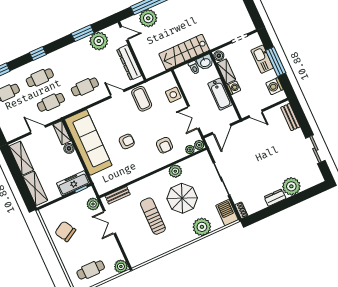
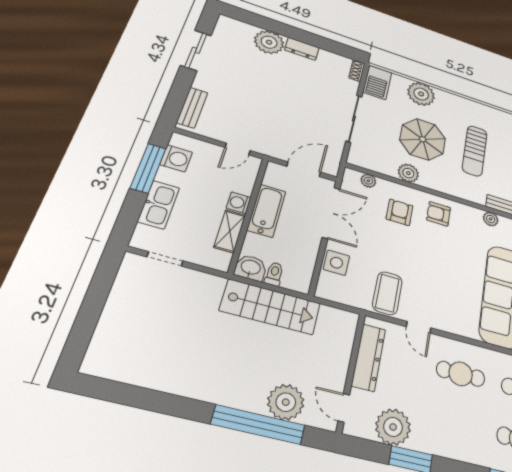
boiler: (219, 56) -> (221, 260), removed
window: (276, 62) -> (148, 168), moved
door: (256, 114) -> (238, 149), swing flipped
double door: (193, 117) -> (331, 213), width x1.37
armchair: (127, 141) -> (439, 214), moved
plant: (199, 145) -> (491, 219), moved

